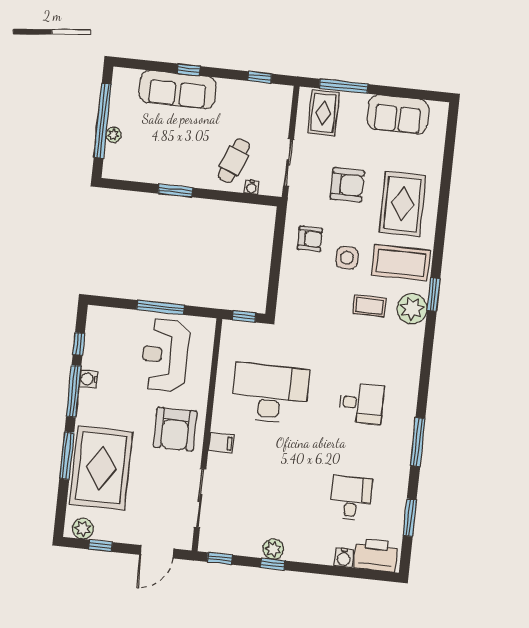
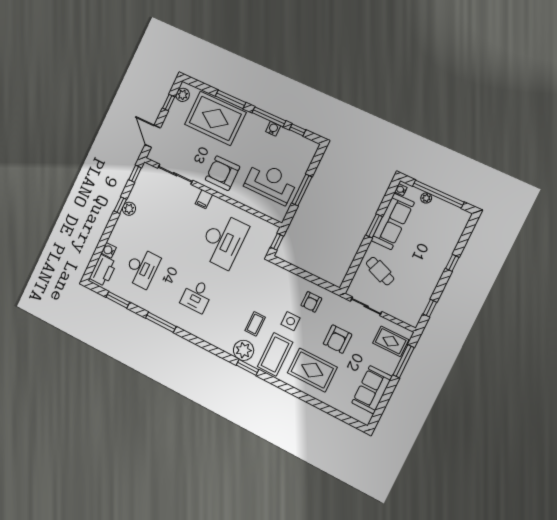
sofa: (178, 90) -> (393, 221), moved, turned 180
water cooler: (252, 187) -> (401, 190), moved
desk: (351, 498) -> (142, 268), width x1.37

